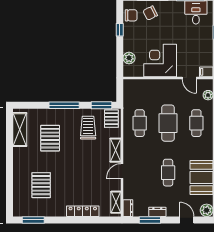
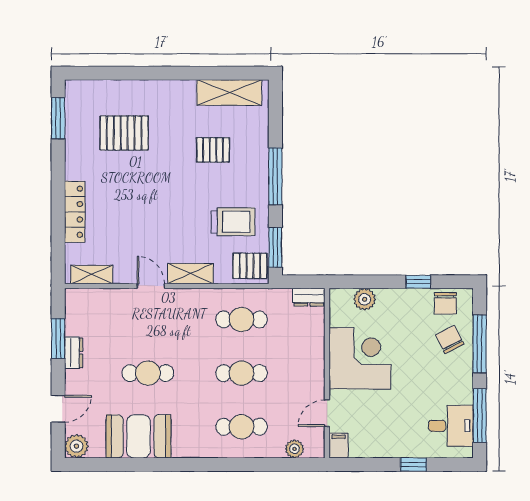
cafe table: (168, 123) -> (242, 373), width x0.73, depth x0.74
pallet: (50, 138) -> (213, 150), width x0.67, depth x0.71
dresser: (128, 208) -> (309, 297), moved

